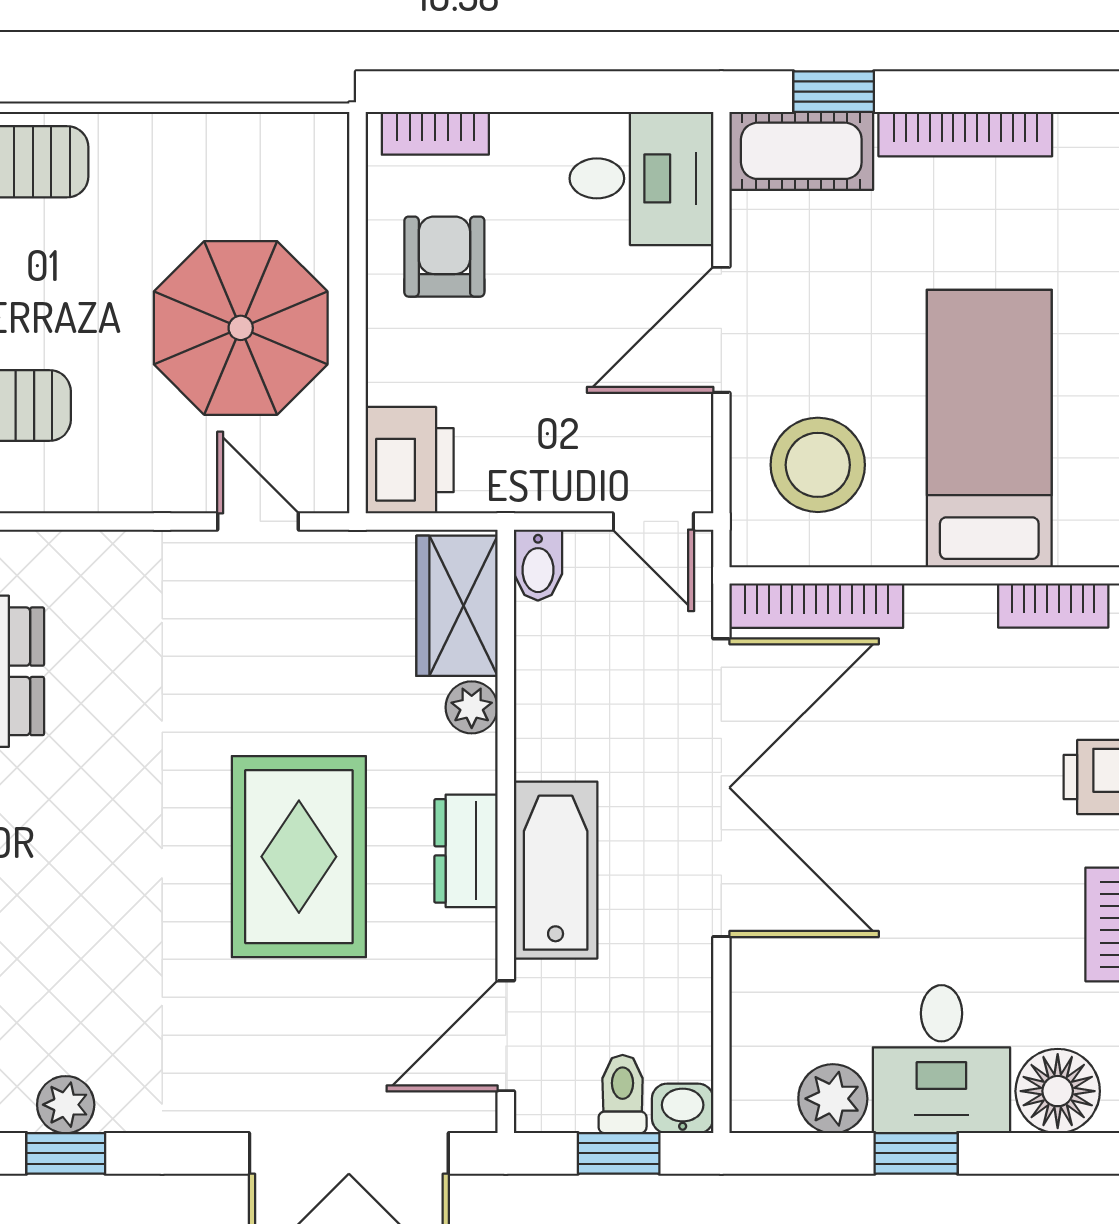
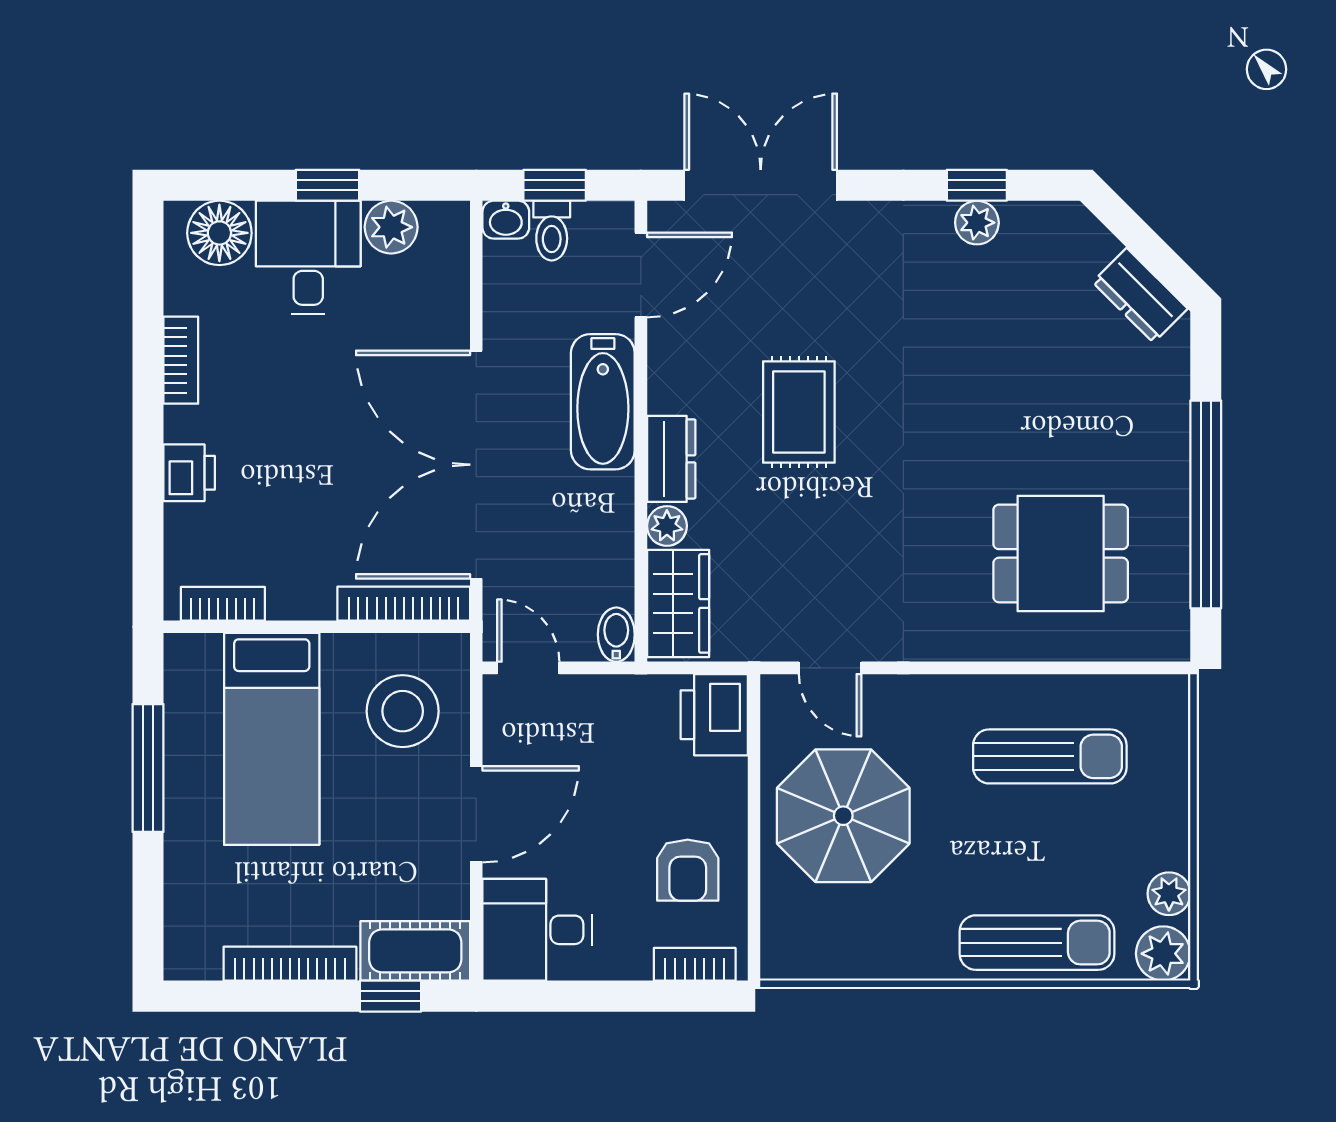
dresser: (466, 851) -> (671, 459), moved
rug: (299, 857) -> (799, 412), width x0.73, depth x0.70

